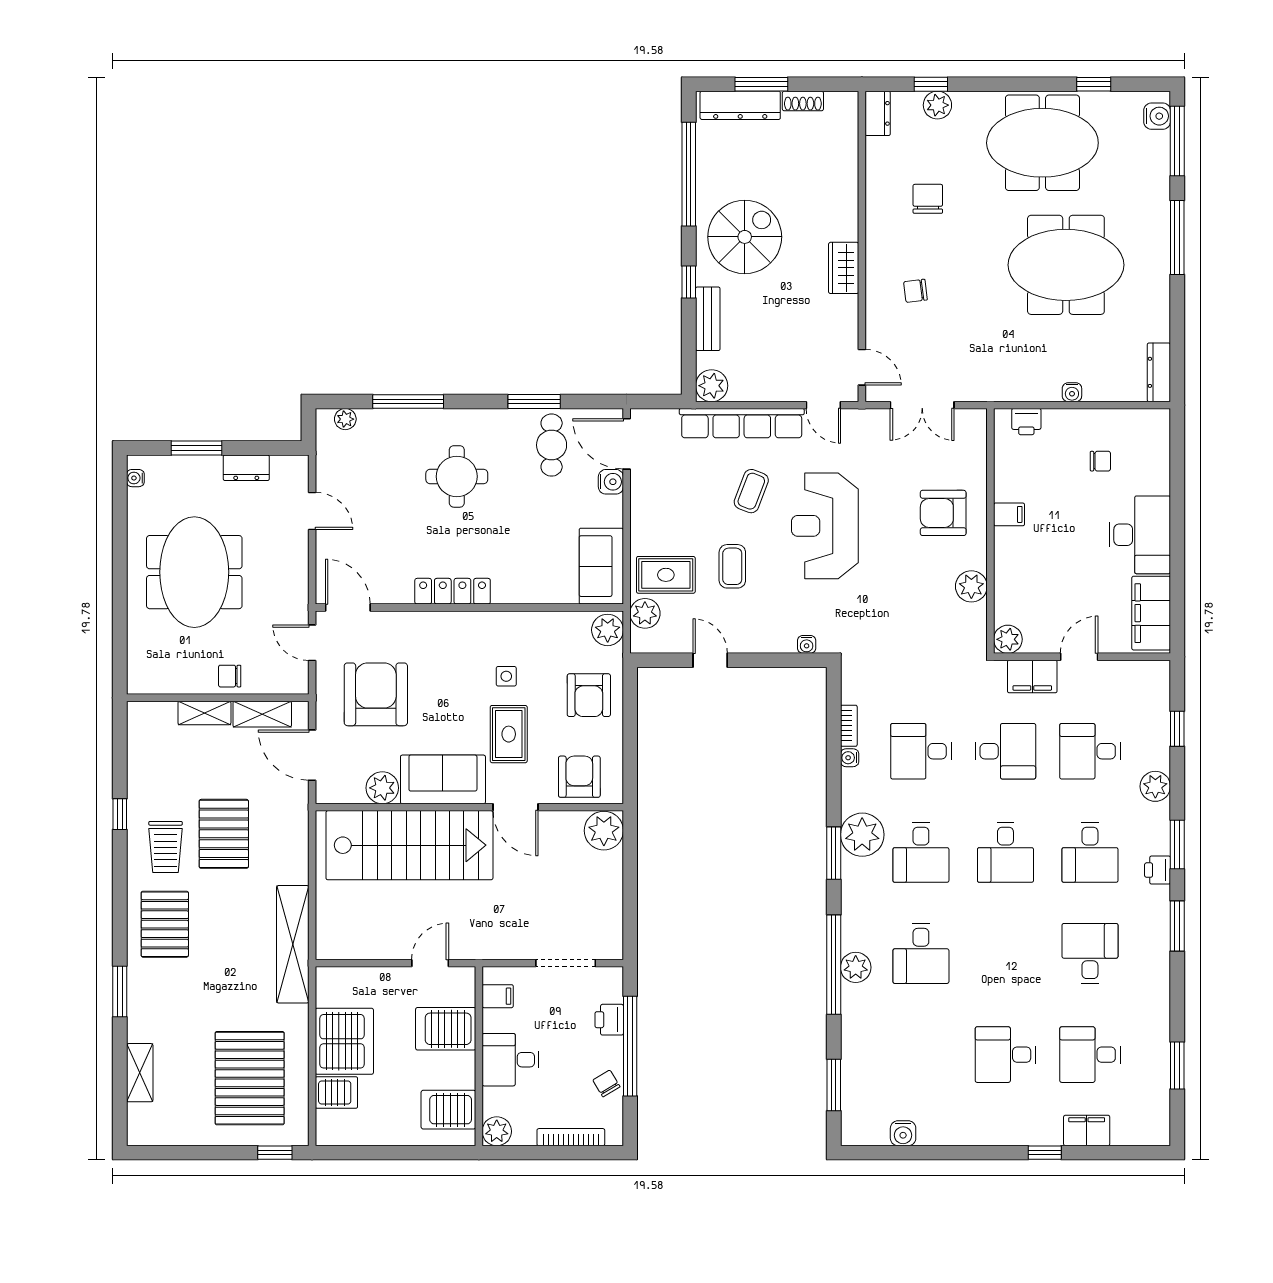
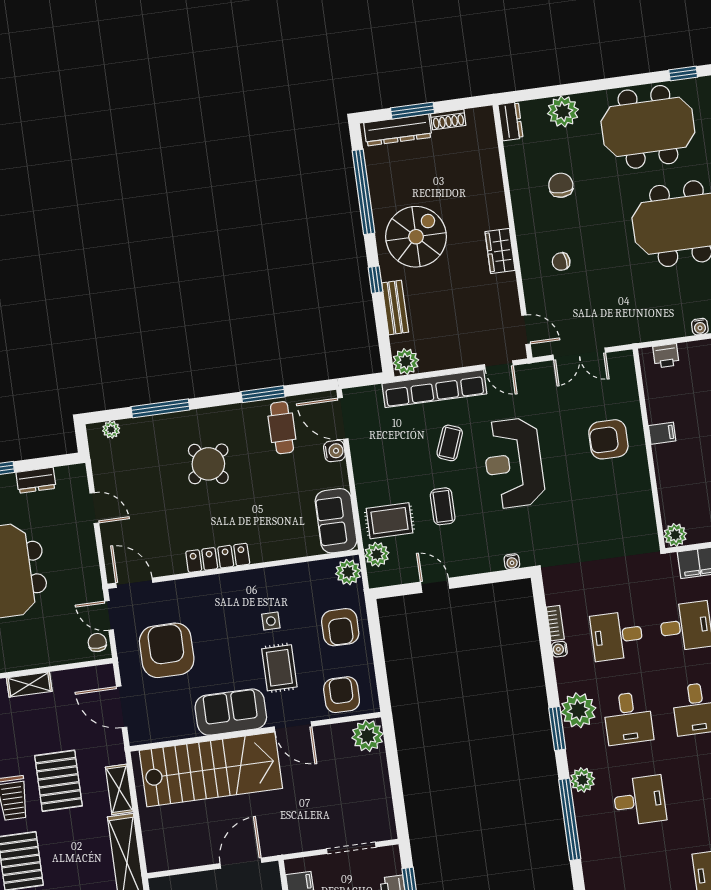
window: (931, 84) -> (551, 92), removed
plant: (937, 105) -> (563, 111), width x1.36, depth x1.36
round table: (457, 476) -> (208, 464), turned -38
plant: (971, 586) -> (640, 496), removed
chair: (230, 676) -> (97, 643), moved, turned 90
shelving: (262, 714) -> (119, 789), moved, turned 90
plant: (382, 788) -> (182, 726), removed
desk: (921, 953) -> (639, 801), turned -90
door: (430, 963) -> (241, 863), width x1.38
plant: (856, 967) -> (583, 780), moved

